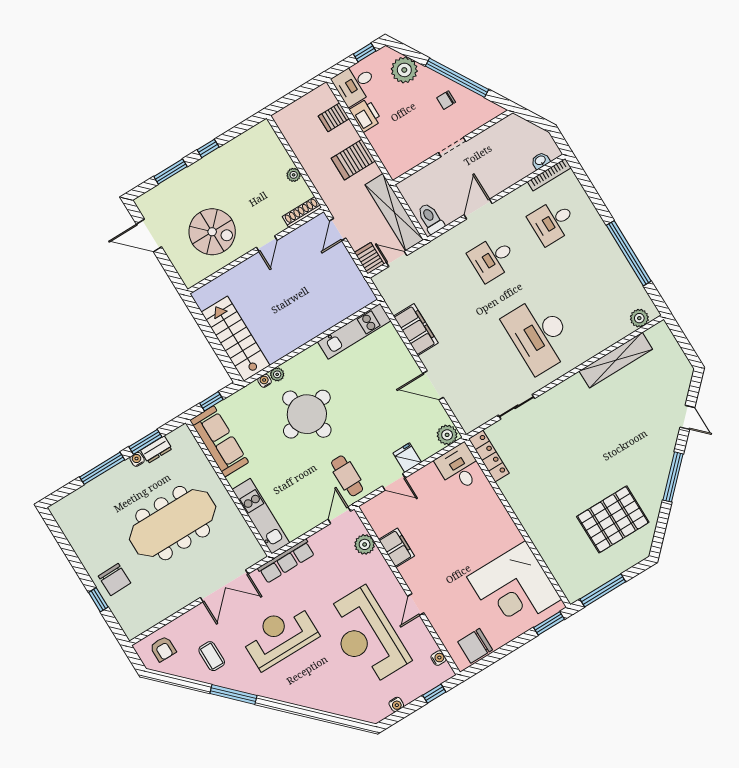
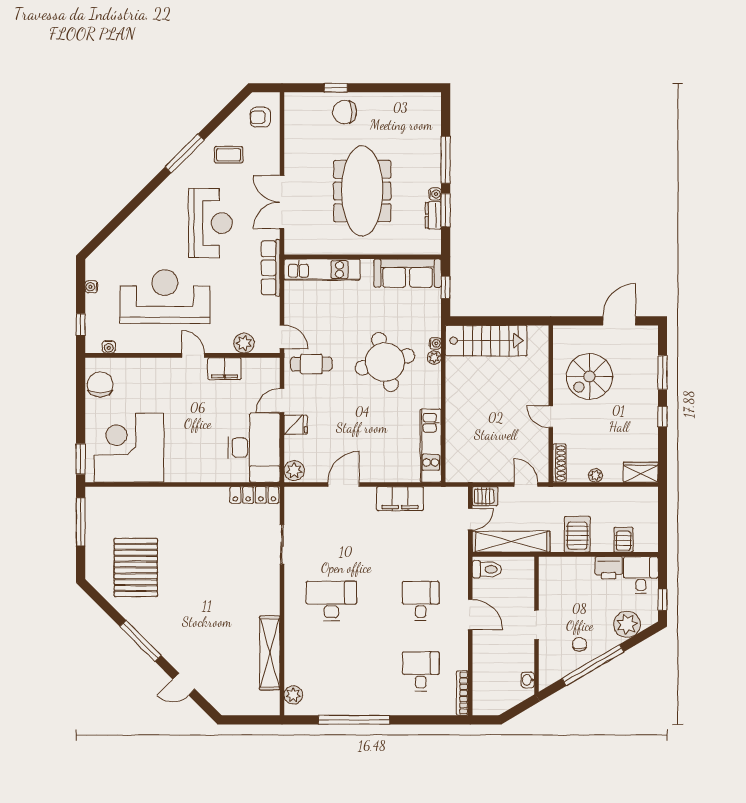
wardrobe: (267, 138) -> (641, 472), added
washbasin: (540, 161) -> (528, 680), moved, turned 180
desk: (539, 335) -> (331, 601), width x0.73, depth x0.77
desk: (459, 468) -> (254, 448), width x1.87, depth x1.30
door: (416, 604) -> (193, 355), moved

